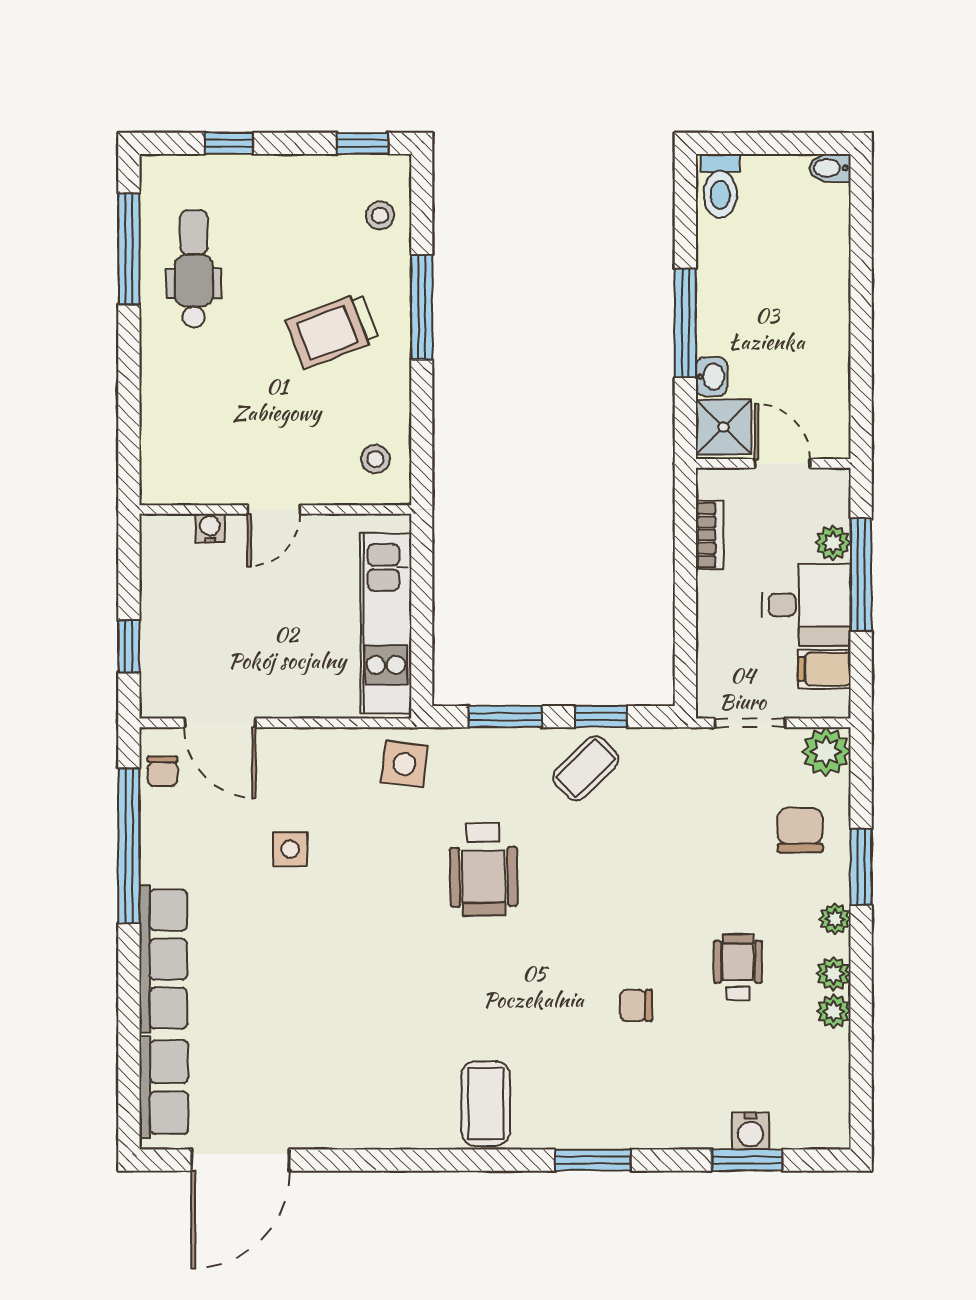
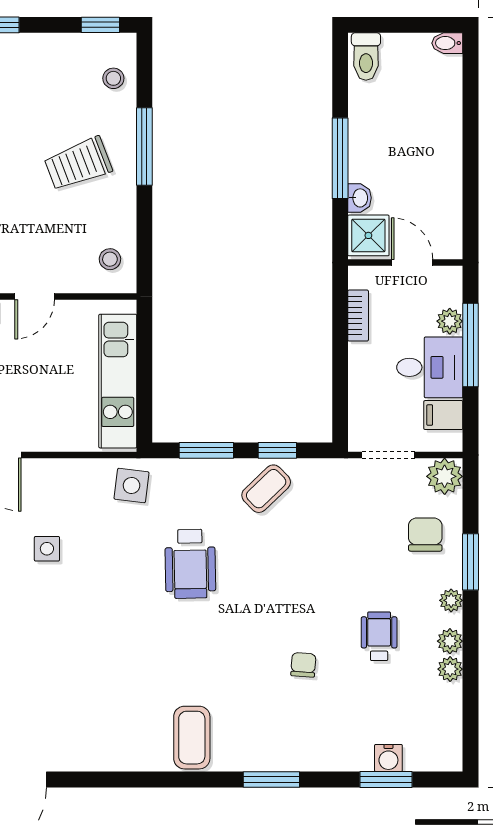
chair: (636, 1006) -> (303, 665), turned 94

